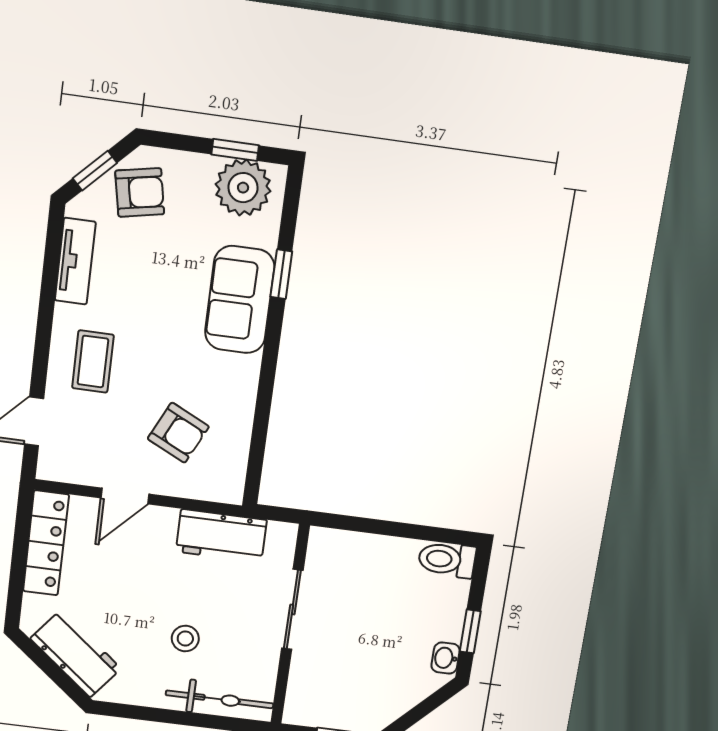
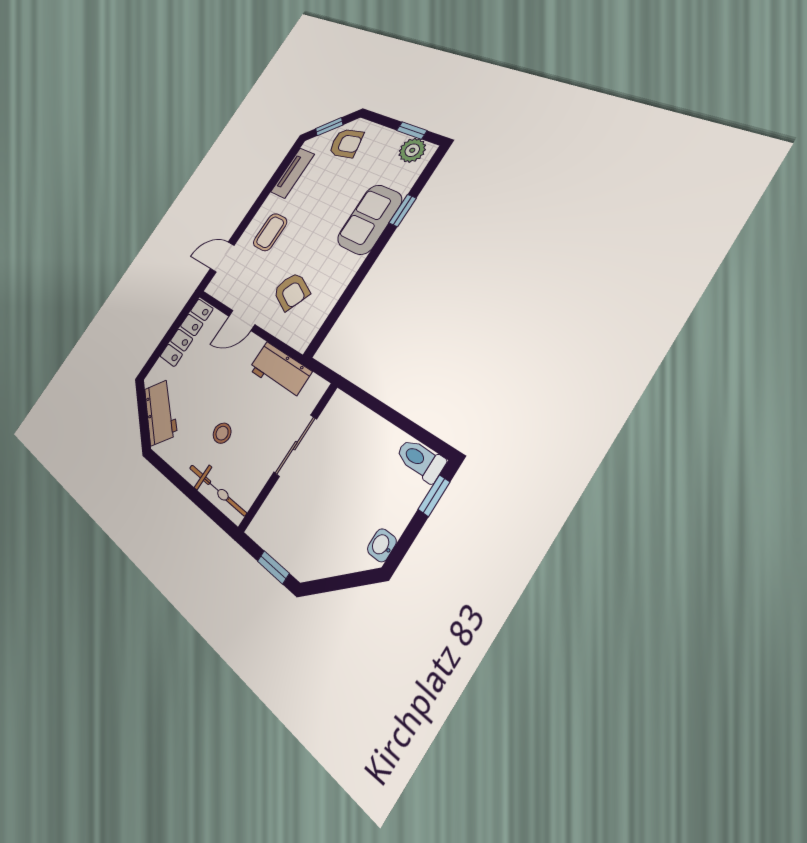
plant: (243, 188) -> (412, 150), width x0.73, depth x0.73
window: (470, 631) -> (434, 496), moved

